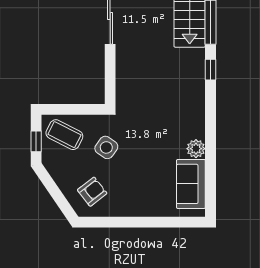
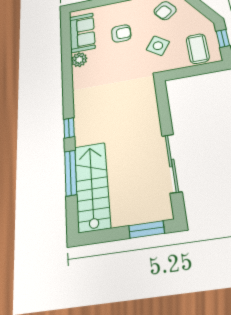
coffee table: (64, 135) -> (198, 49), turned 63
armchair: (145, 172) -> (121, 33), added

